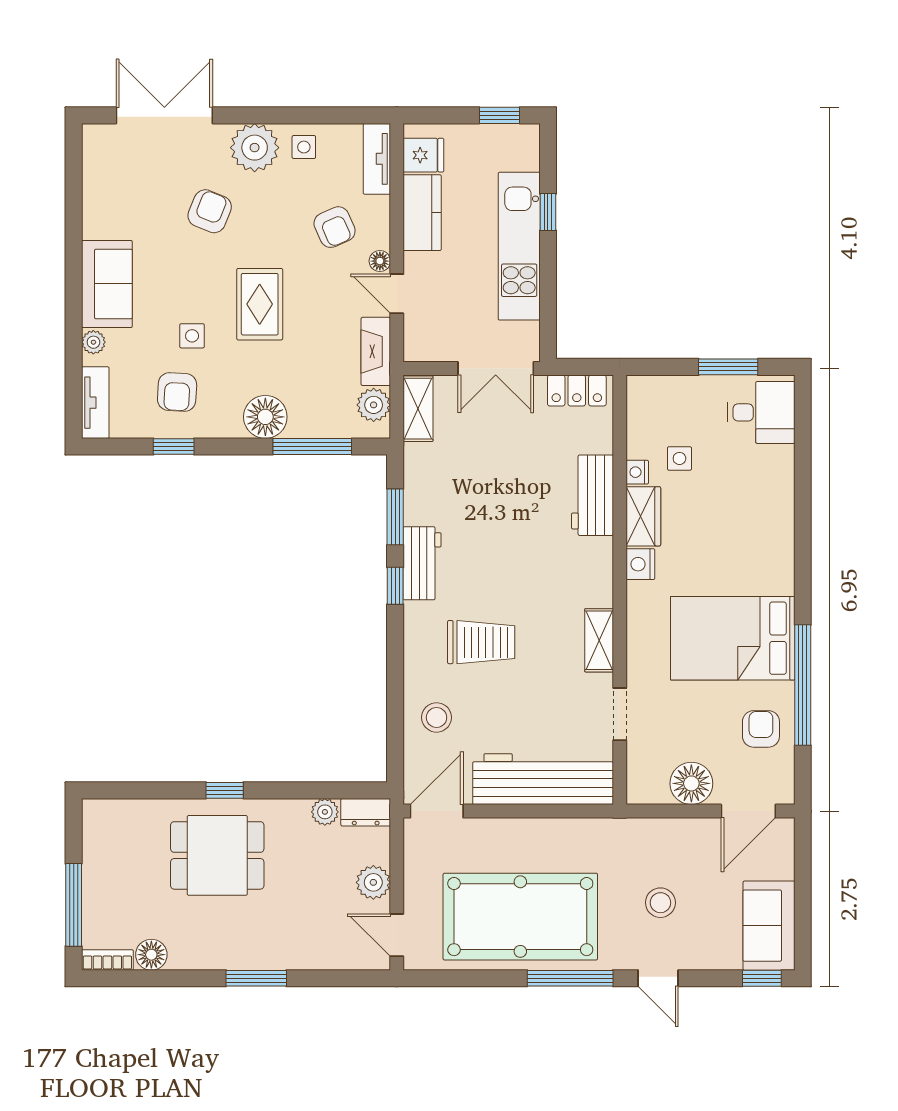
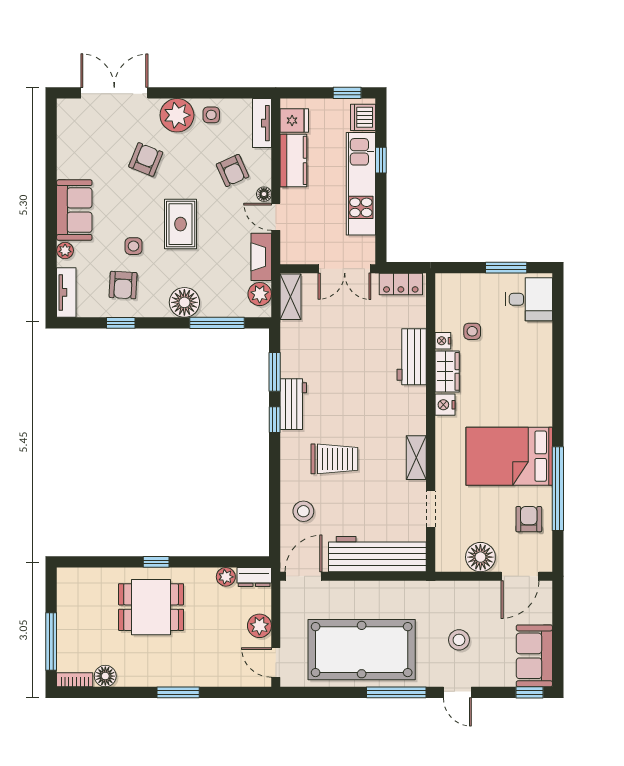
dishwasher: (522, 151) -> (363, 117), added

